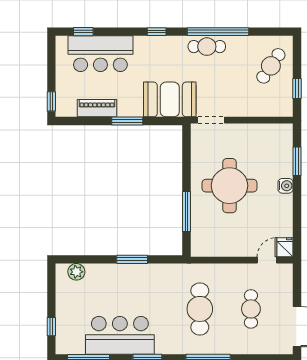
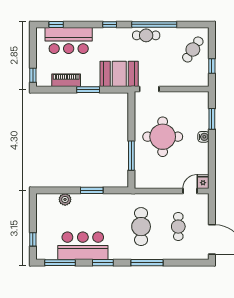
plant: (76, 272) -> (65, 199), moved

